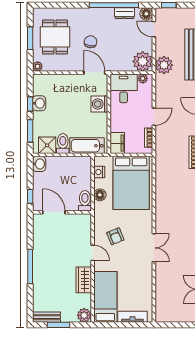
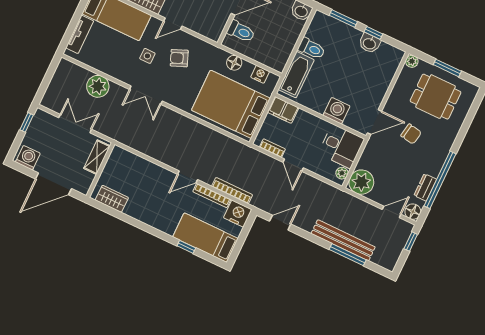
plant: (164, 65) -> (98, 86), moved
shower: (47, 145) -> (318, 30), removed
toilet: (85, 201) -> (241, 31), moved
side table: (125, 260) -> (147, 56), added

